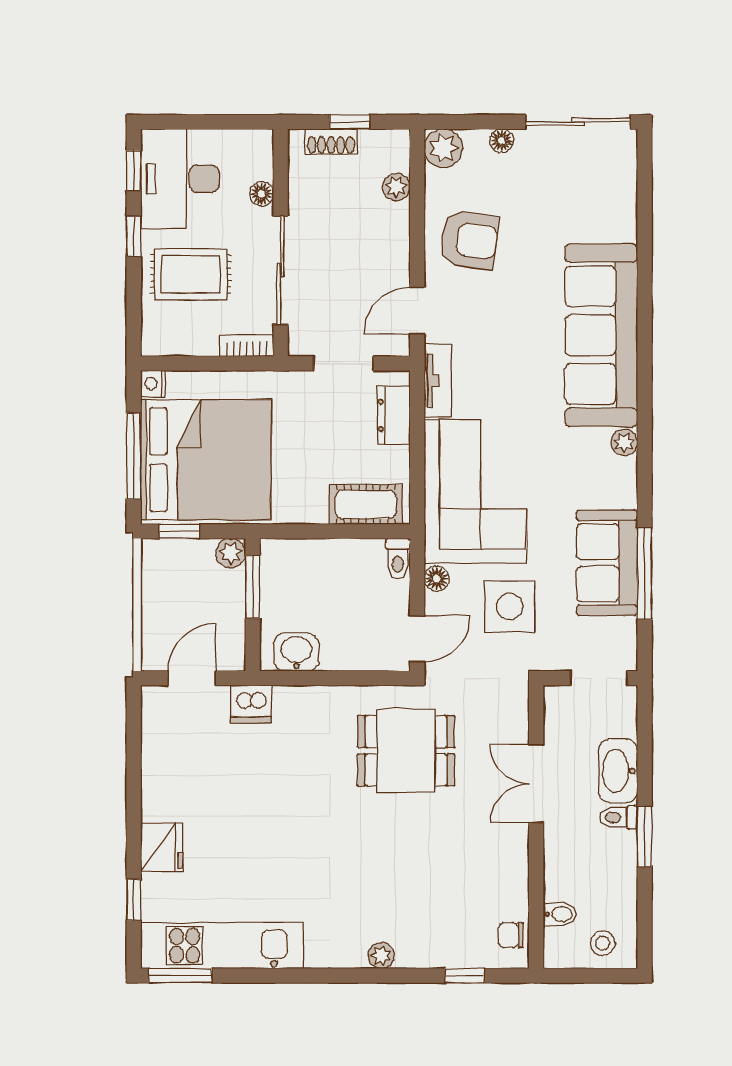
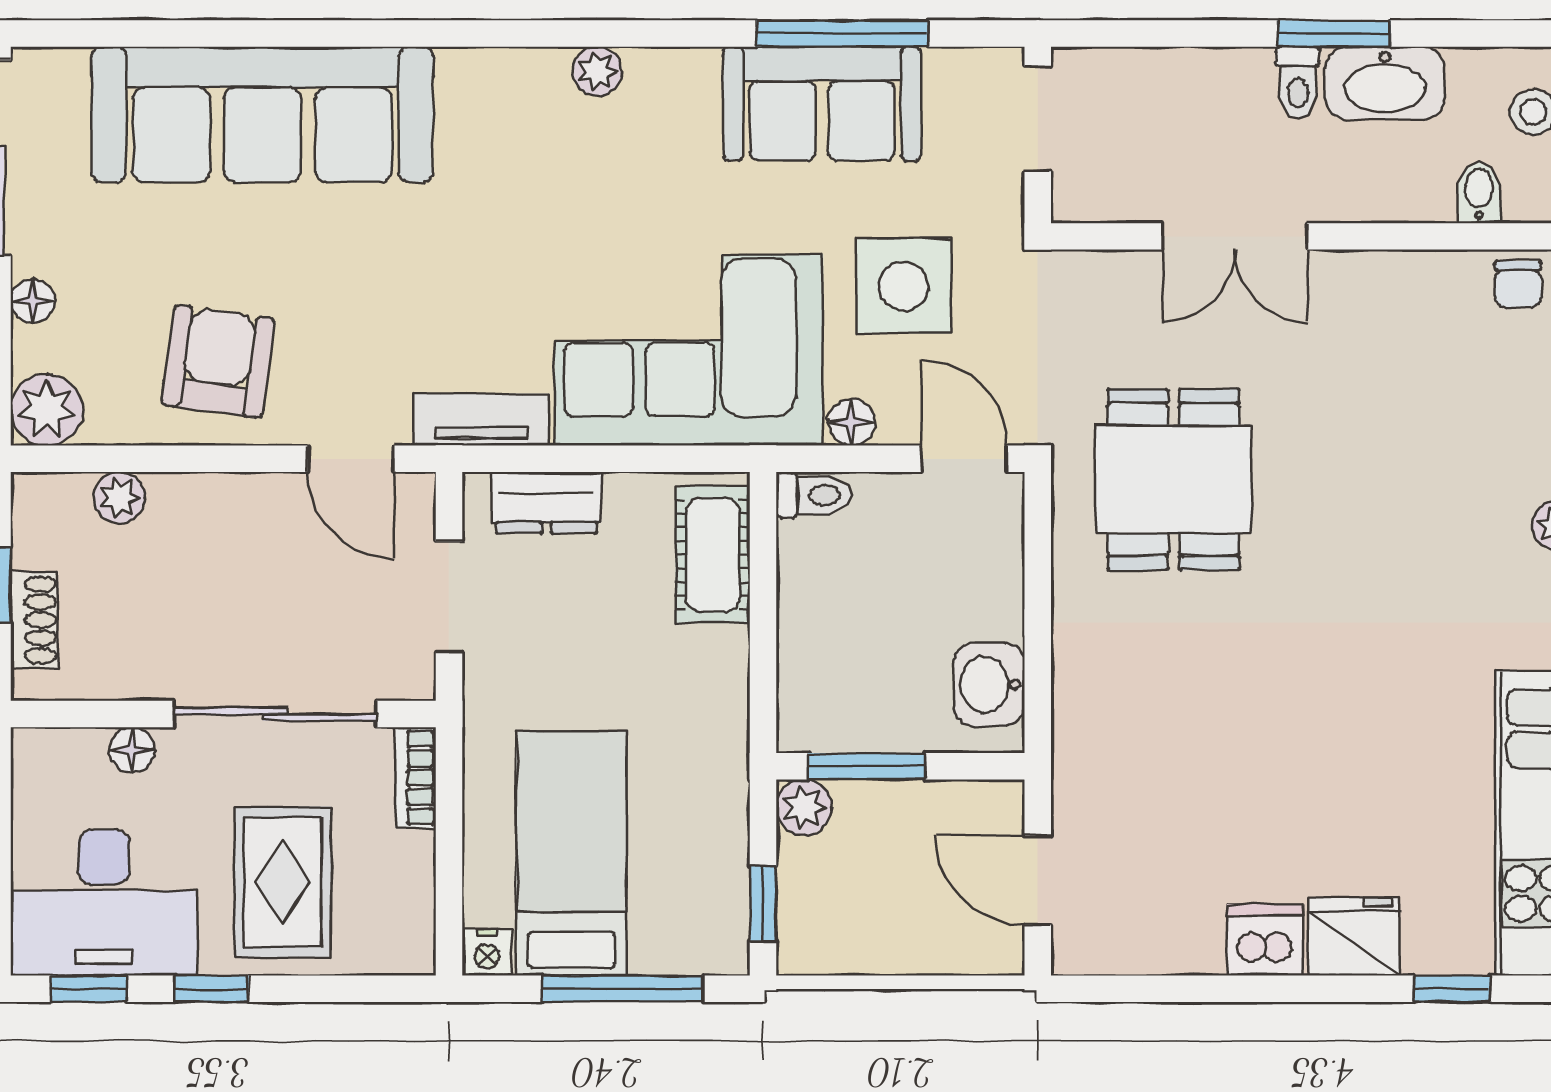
sofa: (601, 335) -> (262, 114), moved
bed: (206, 460) -> (571, 854), width x0.49
dishwasher: (251, 704) -> (1265, 940), moved, turned -90
washbasin: (618, 771) -> (1385, 83), moved

